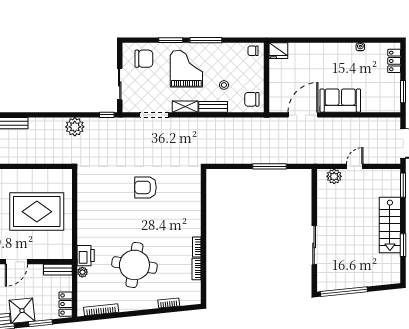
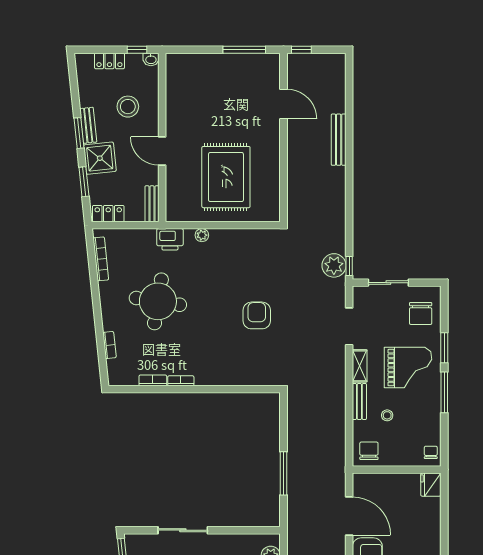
plant: (75, 127) -> (334, 265), moved
plant: (82, 272) -> (202, 235), moved

